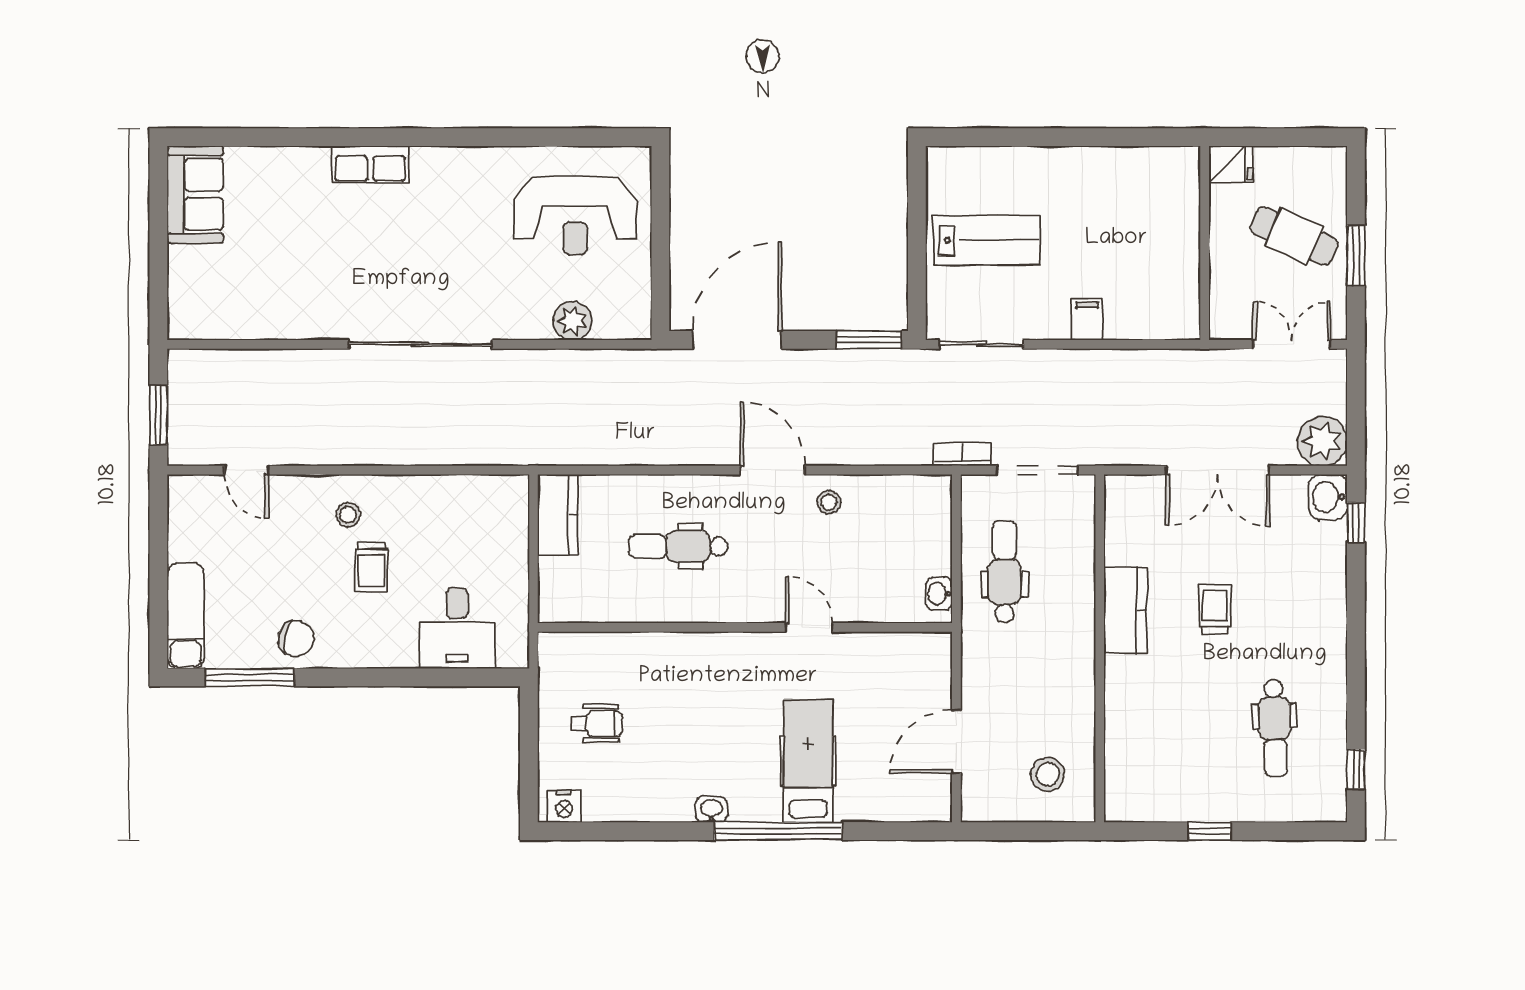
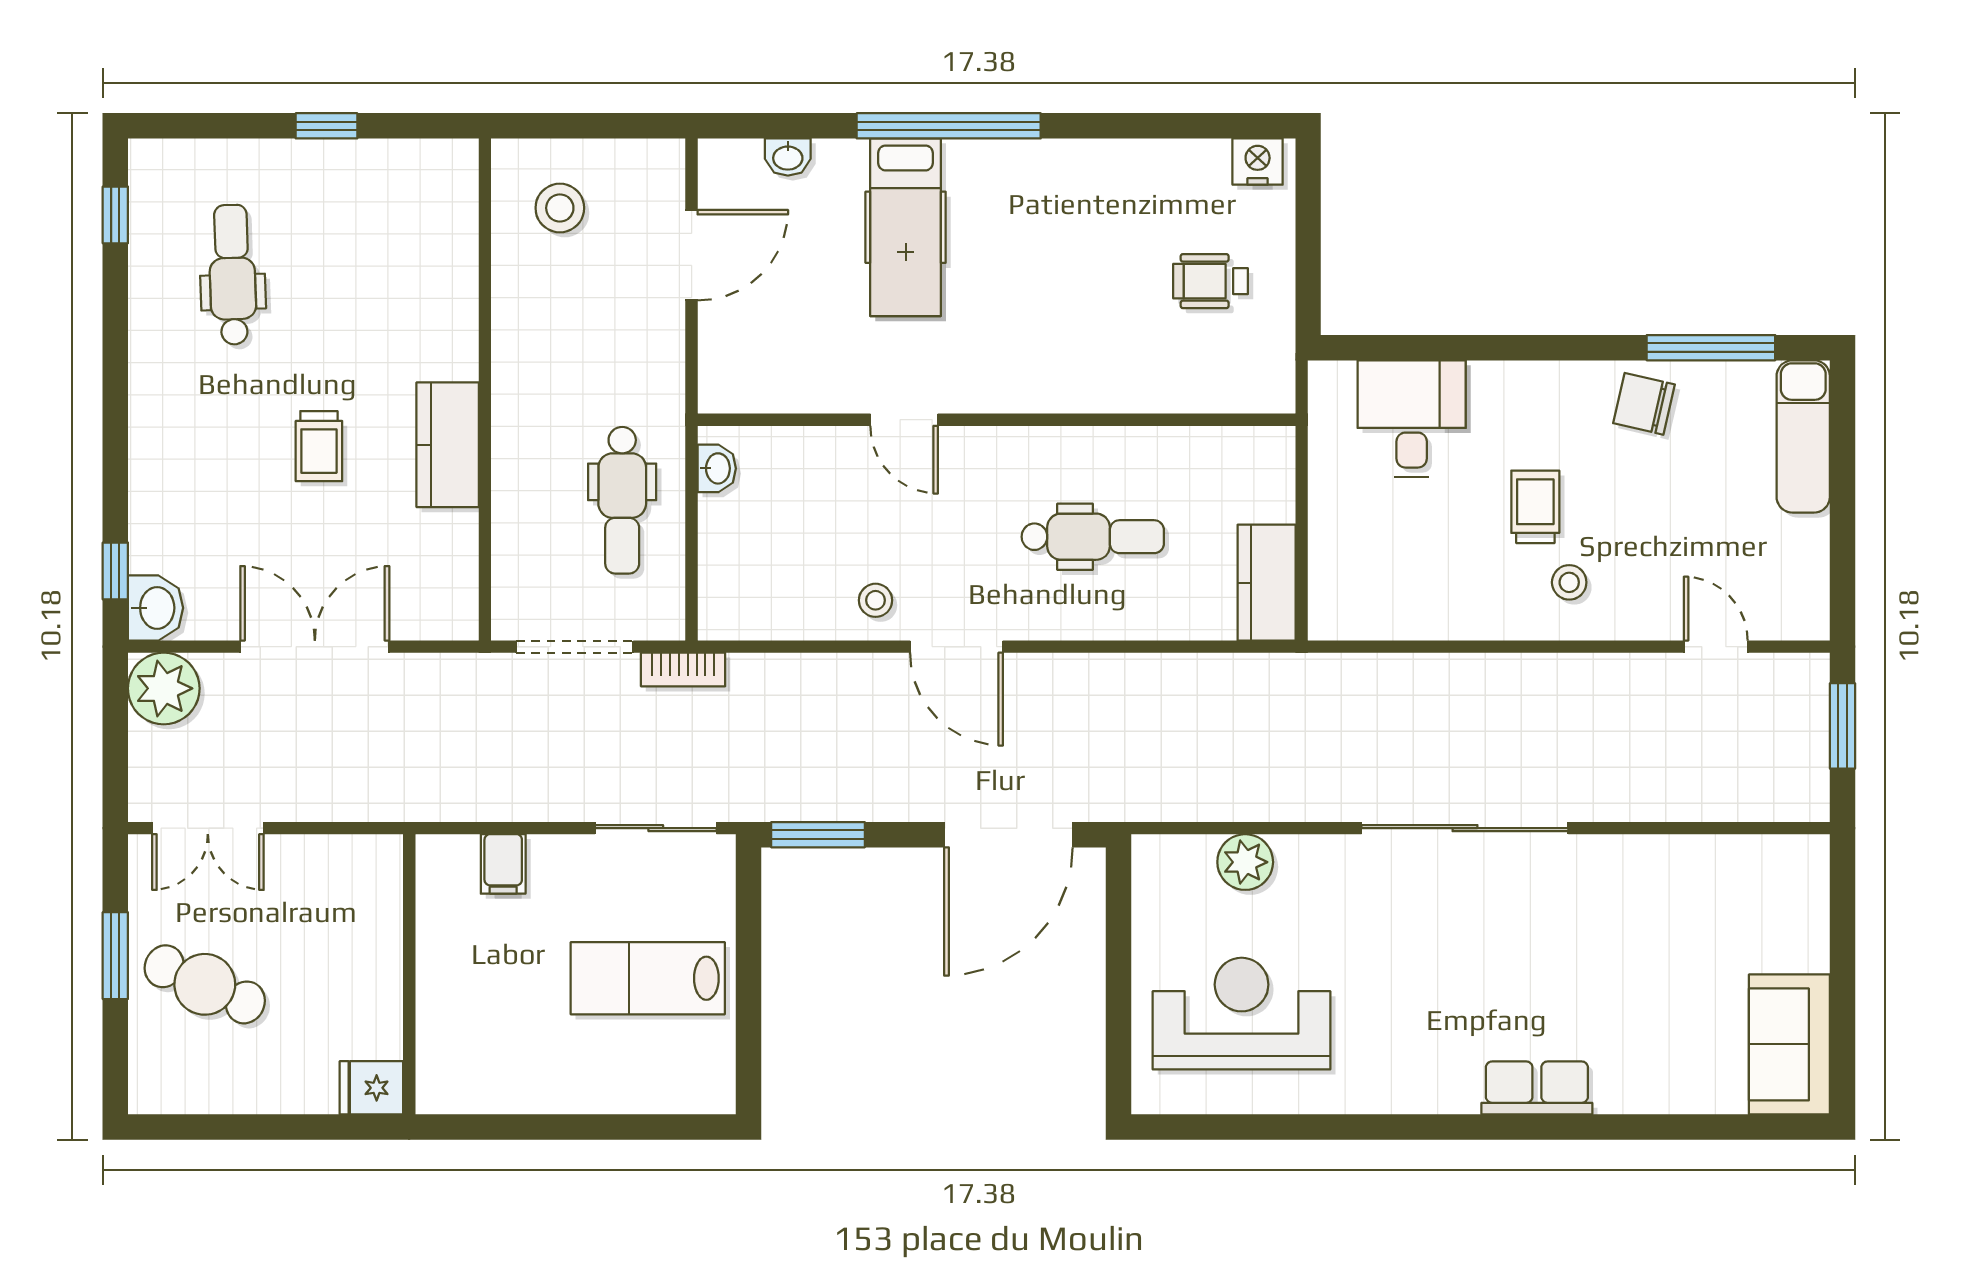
fridge: (1231, 164) -> (371, 1088), moved
wall: (1205, 243) -> (409, 974), moved
washbasin: (711, 810) -> (788, 157), moved

